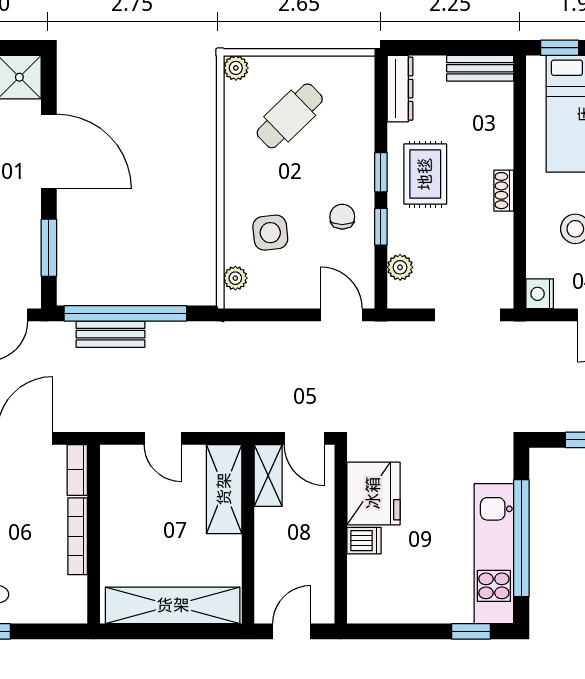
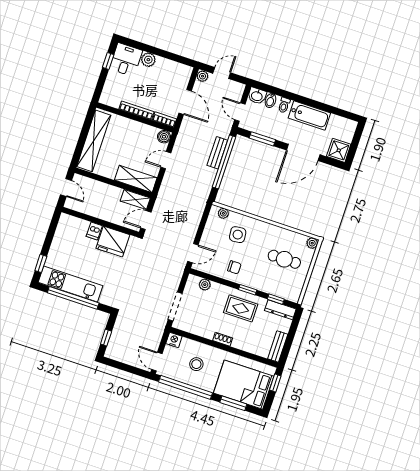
cafe table: (290, 116) -> (284, 259), turned -46
window: (381, 227) -> (276, 299), moved
boiler: (114, 459) -> (164, 137), added

